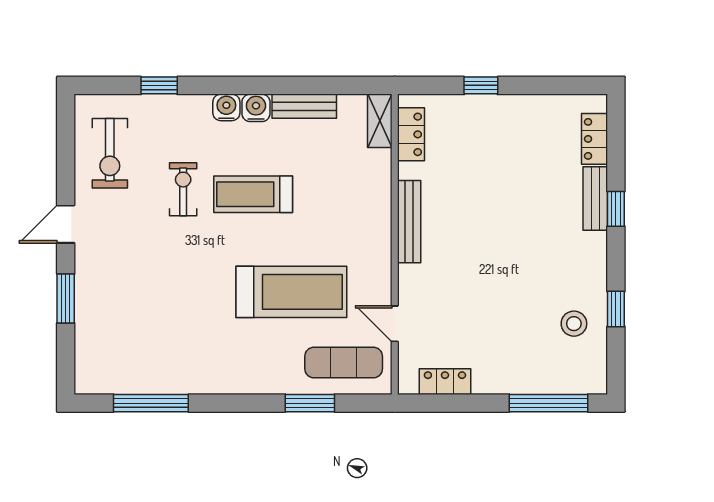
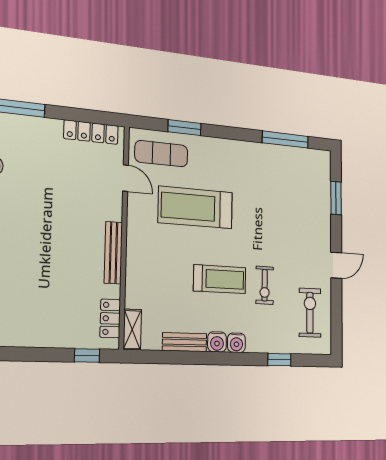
window: (481, 85) -> (87, 355), moved
window: (66, 299) -> (336, 198), moved
locker: (445, 382) -> (91, 132), width x1.53

